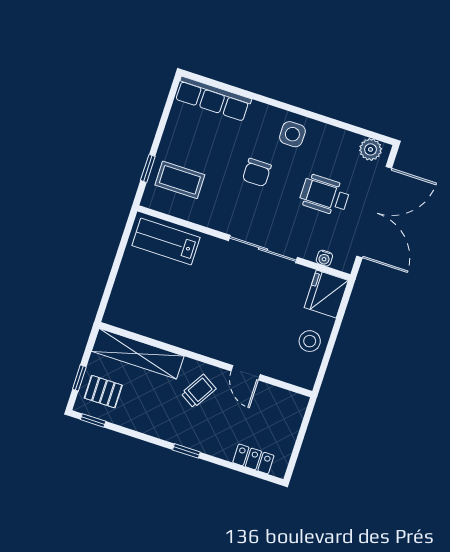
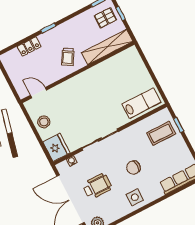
chair: (257, 172) -> (133, 168), turned -90
door: (246, 373) -> (39, 93), moved
locker: (253, 459) -> (29, 46), moved

